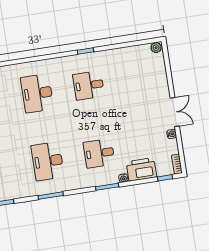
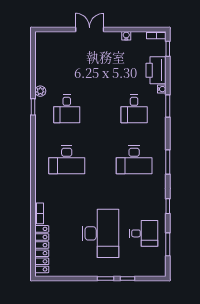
plant: (156, 48) -> (40, 91), moved
double door: (175, 112) -> (90, 29), moved

